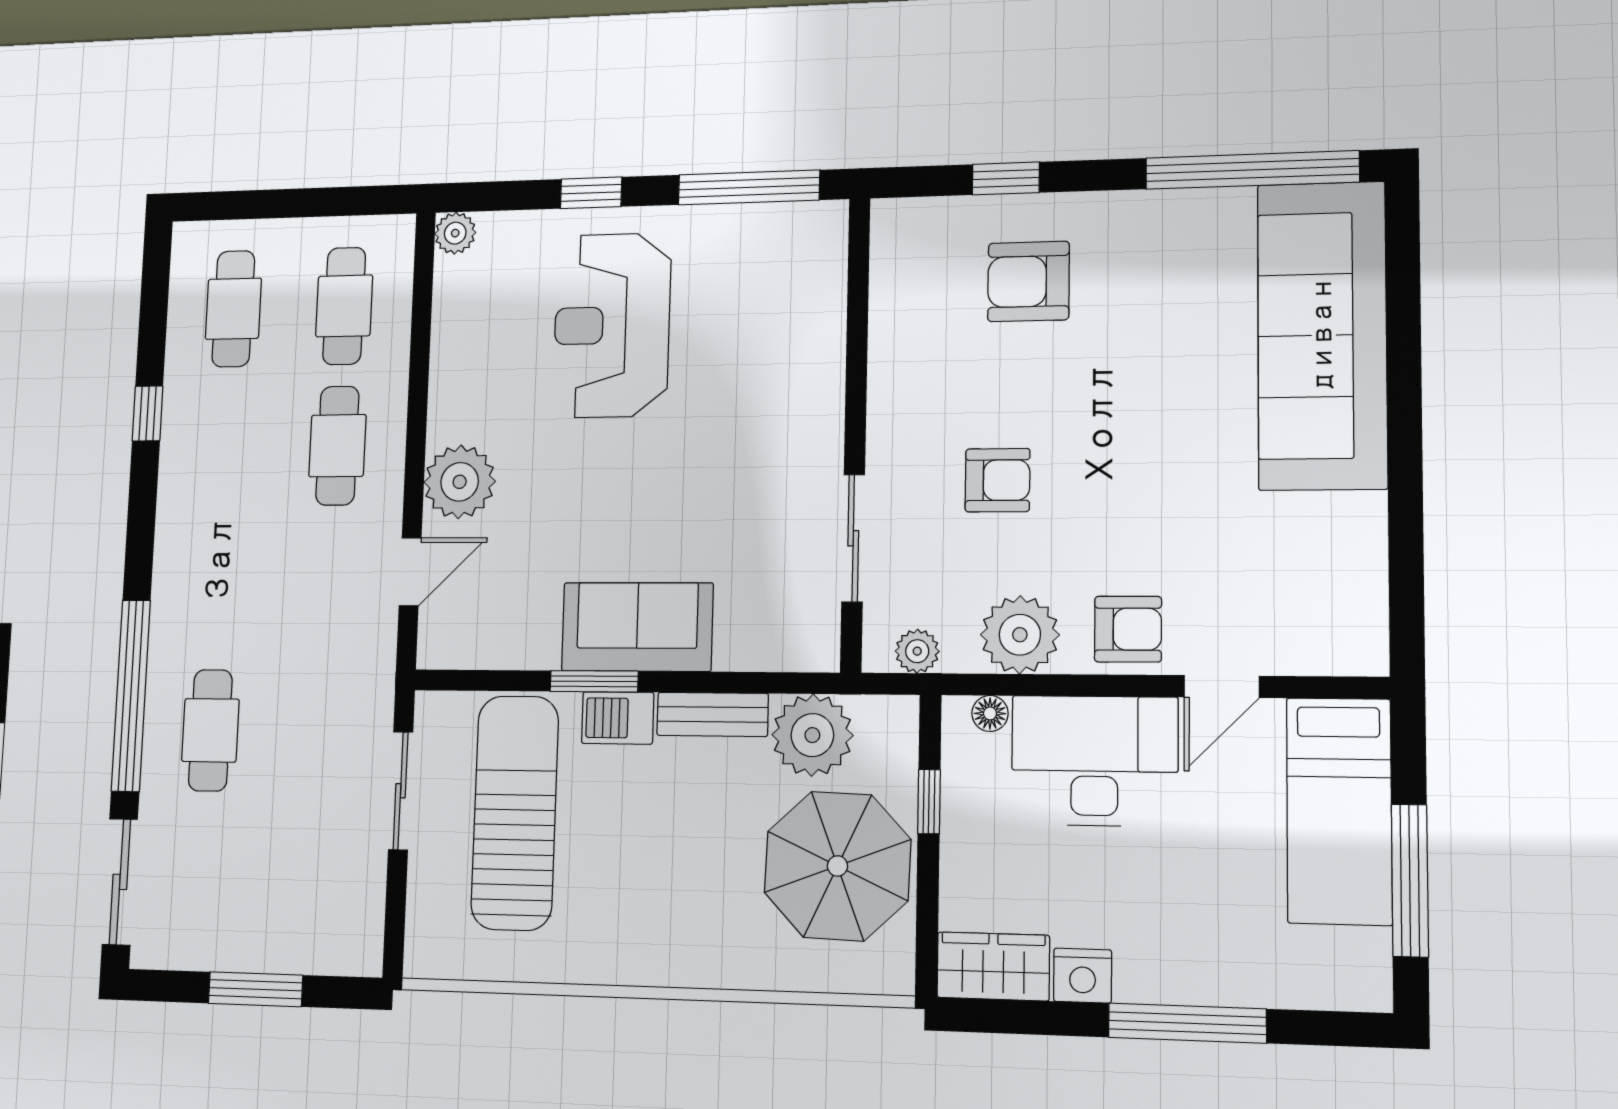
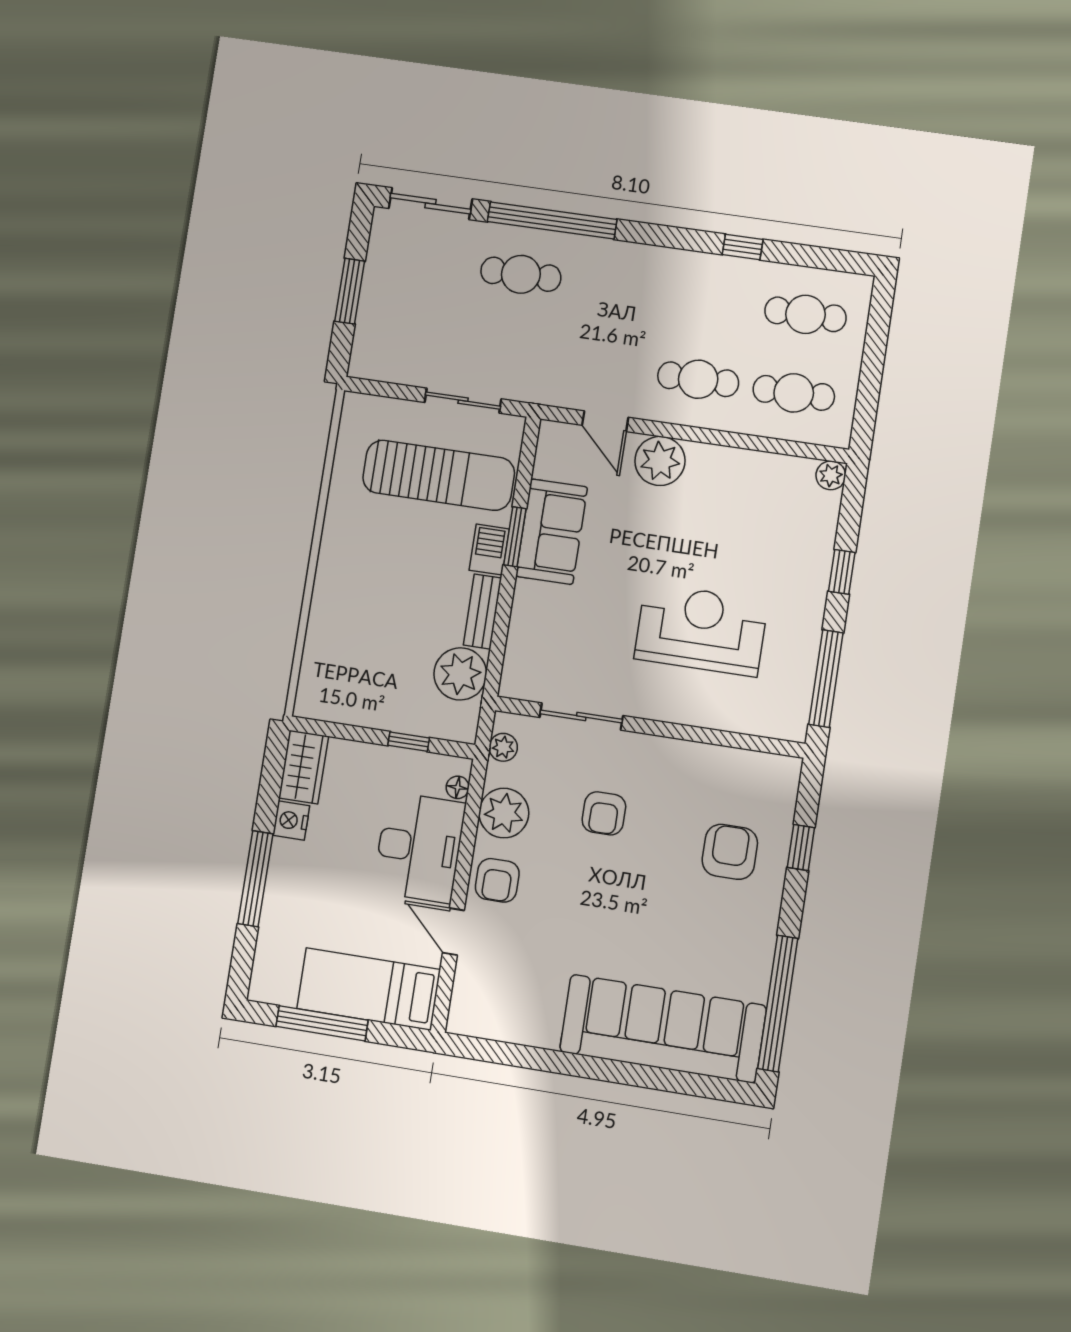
reception desk: (612, 325) -> (701, 630), moved
sofa: (637, 627) -> (552, 532), moved
parasol: (837, 866) -> (377, 679), removed

